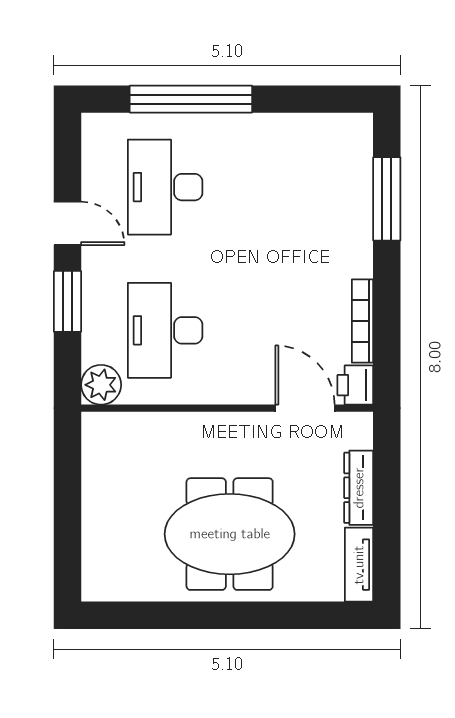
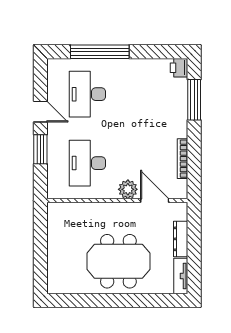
plant: (101, 385) -> (128, 189), moved
printer: (355, 385) -> (179, 68), moved

